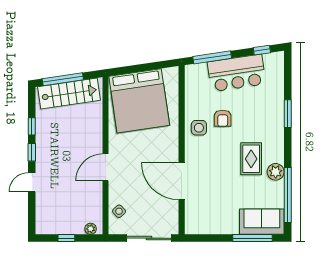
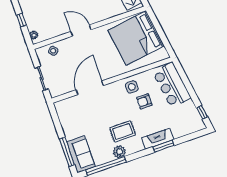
window: (212, 57) -> (185, 79), removed
bar counter: (237, 73) -> (172, 85), moved
fireplace: (276, 118) -> (158, 139), added
sliding door: (149, 238) -> (42, 78), width x0.73

